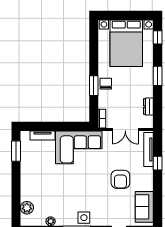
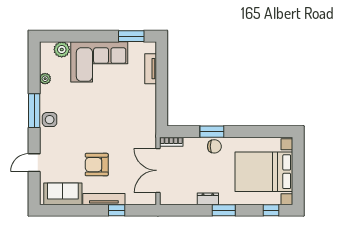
dresser: (148, 106) -> (208, 199), moved
double door: (125, 129) -> (158, 170), width x1.37
corner sofa: (79, 147) -> (99, 62), moved, turned -90
tv unit: (149, 150) -> (104, 199), moved

